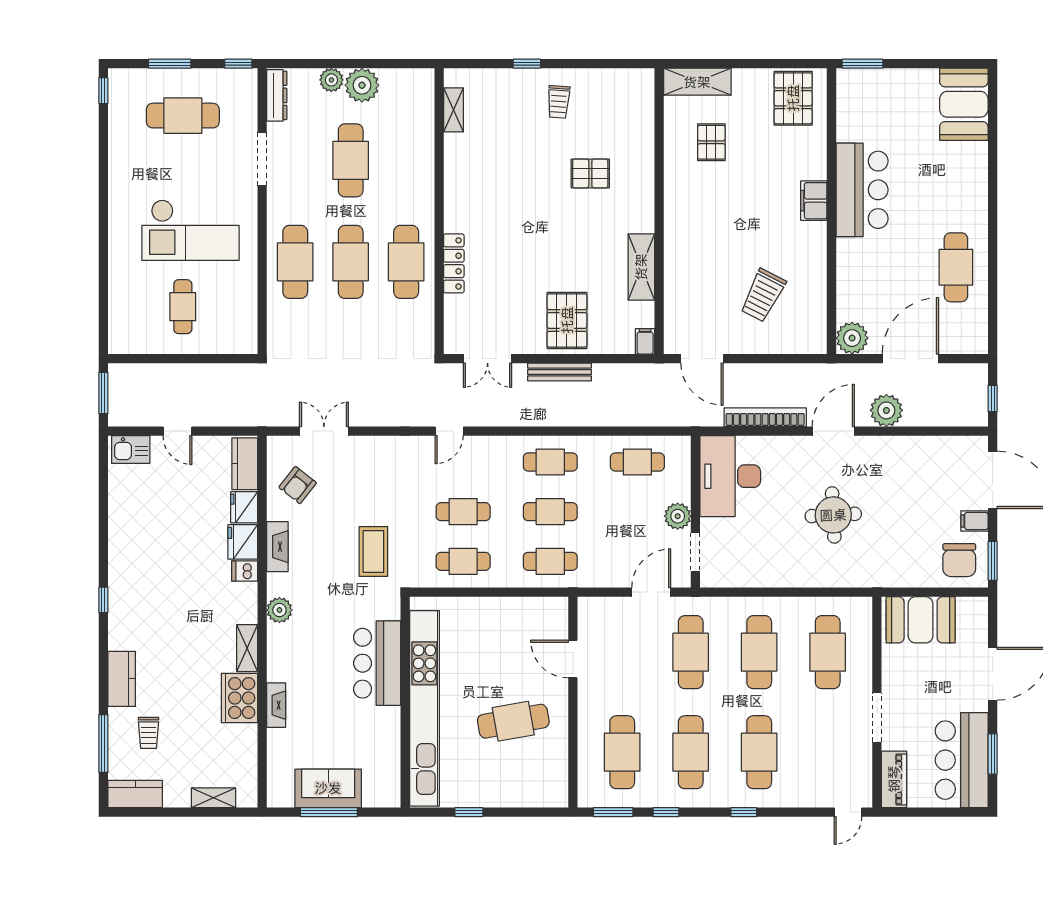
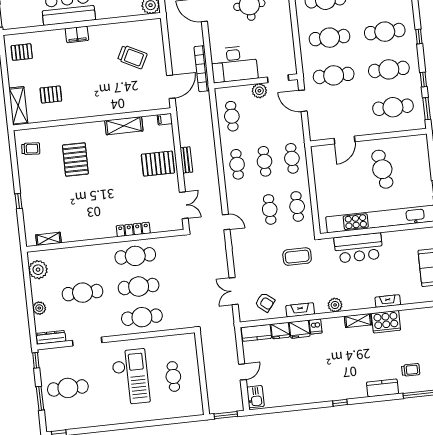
plant: (362, 85) -> (38, 270), moved
pallet: (793, 98) -> (22, 52), width x0.67, depth x0.71
trolley: (559, 102) -> (31, 149), moved
cafe table: (183, 116) -> (68, 388), turned 90
pallet: (590, 173) -> (75, 160), width x1.50, depth x1.42
cafe table: (183, 307) -> (173, 376), turned 90
bench: (559, 372) -> (186, 160), width x0.73
bookcase: (765, 417) -> (202, 69), moved

